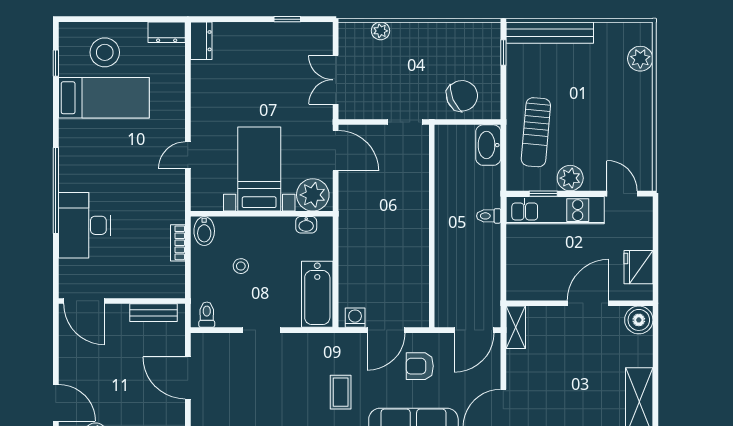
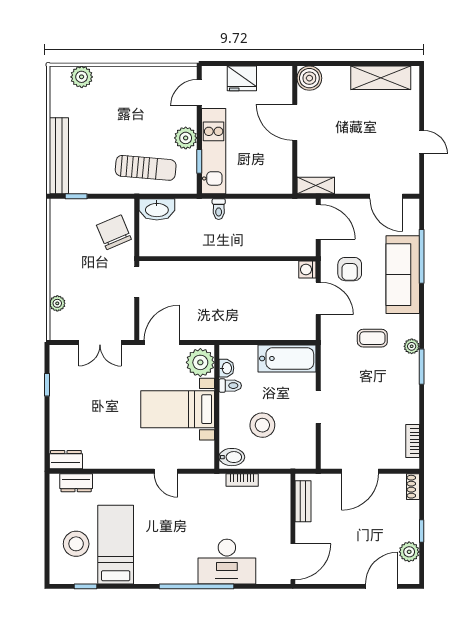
dresser: (167, 32) -> (76, 483), moved, turned 90
stool: (241, 266) -> (262, 425), width x1.89, depth x1.89
fridge: (638, 267) -> (242, 78), moved
toilet: (207, 315) -> (230, 386), moved, turned 180
washing machine: (355, 318) -> (307, 269), moved

